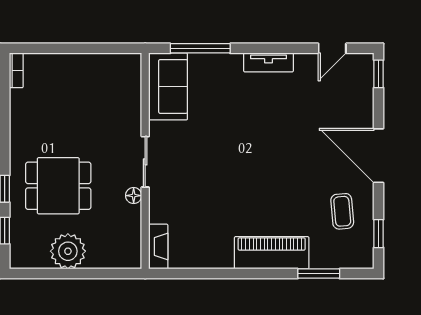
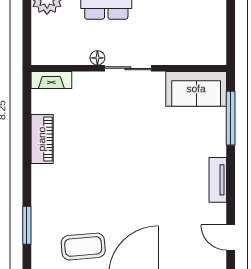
coffee table: (342, 211) -> (83, 247), width x1.36, depth x1.30
piano: (272, 253) -> (42, 139), moved, width x0.73, depth x0.75

